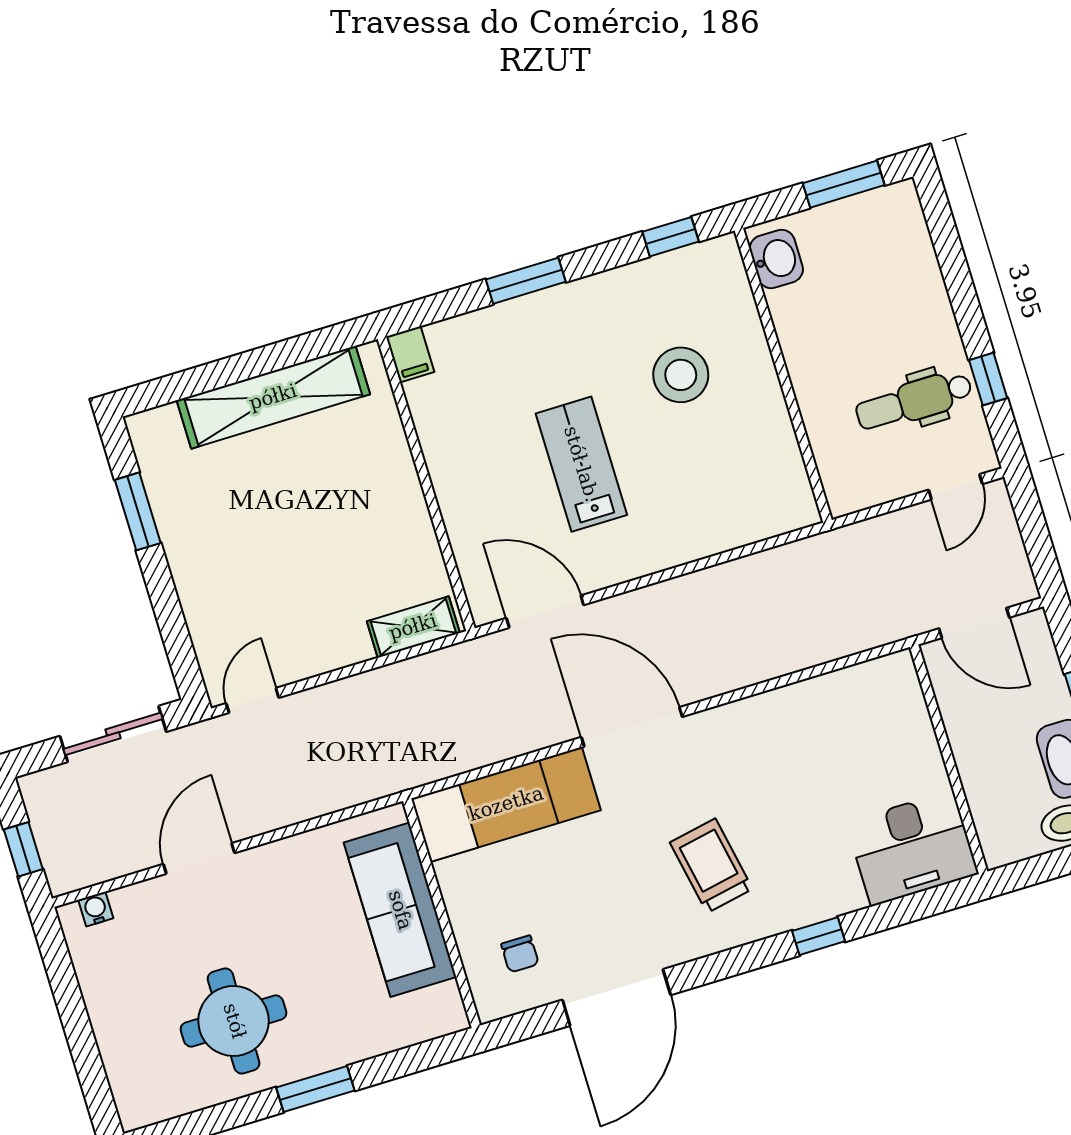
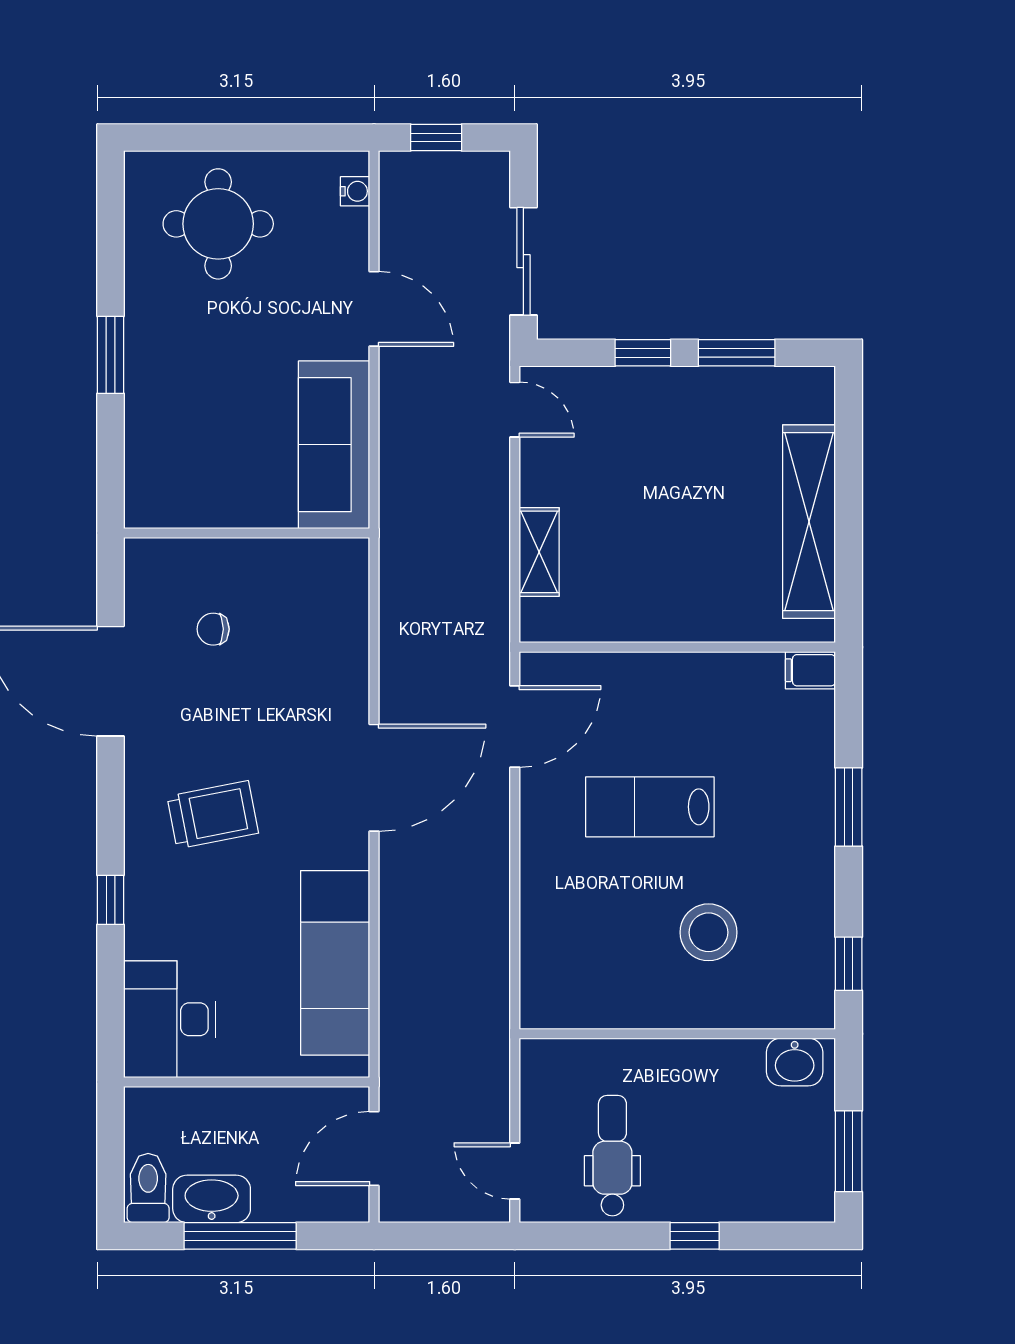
window: (988, 379) -> (695, 1236), moved
lab bench: (581, 464) -> (650, 807), turned 180
window: (164, 598) -> (643, 353), added
shelving: (413, 627) -> (539, 552), moved
exam couch: (506, 804) -> (335, 963), moved
sofa: (400, 910) -> (334, 445), moved, turned -90
chair: (520, 954) -> (213, 629), moved
round table: (234, 1021) -> (218, 224), moved

